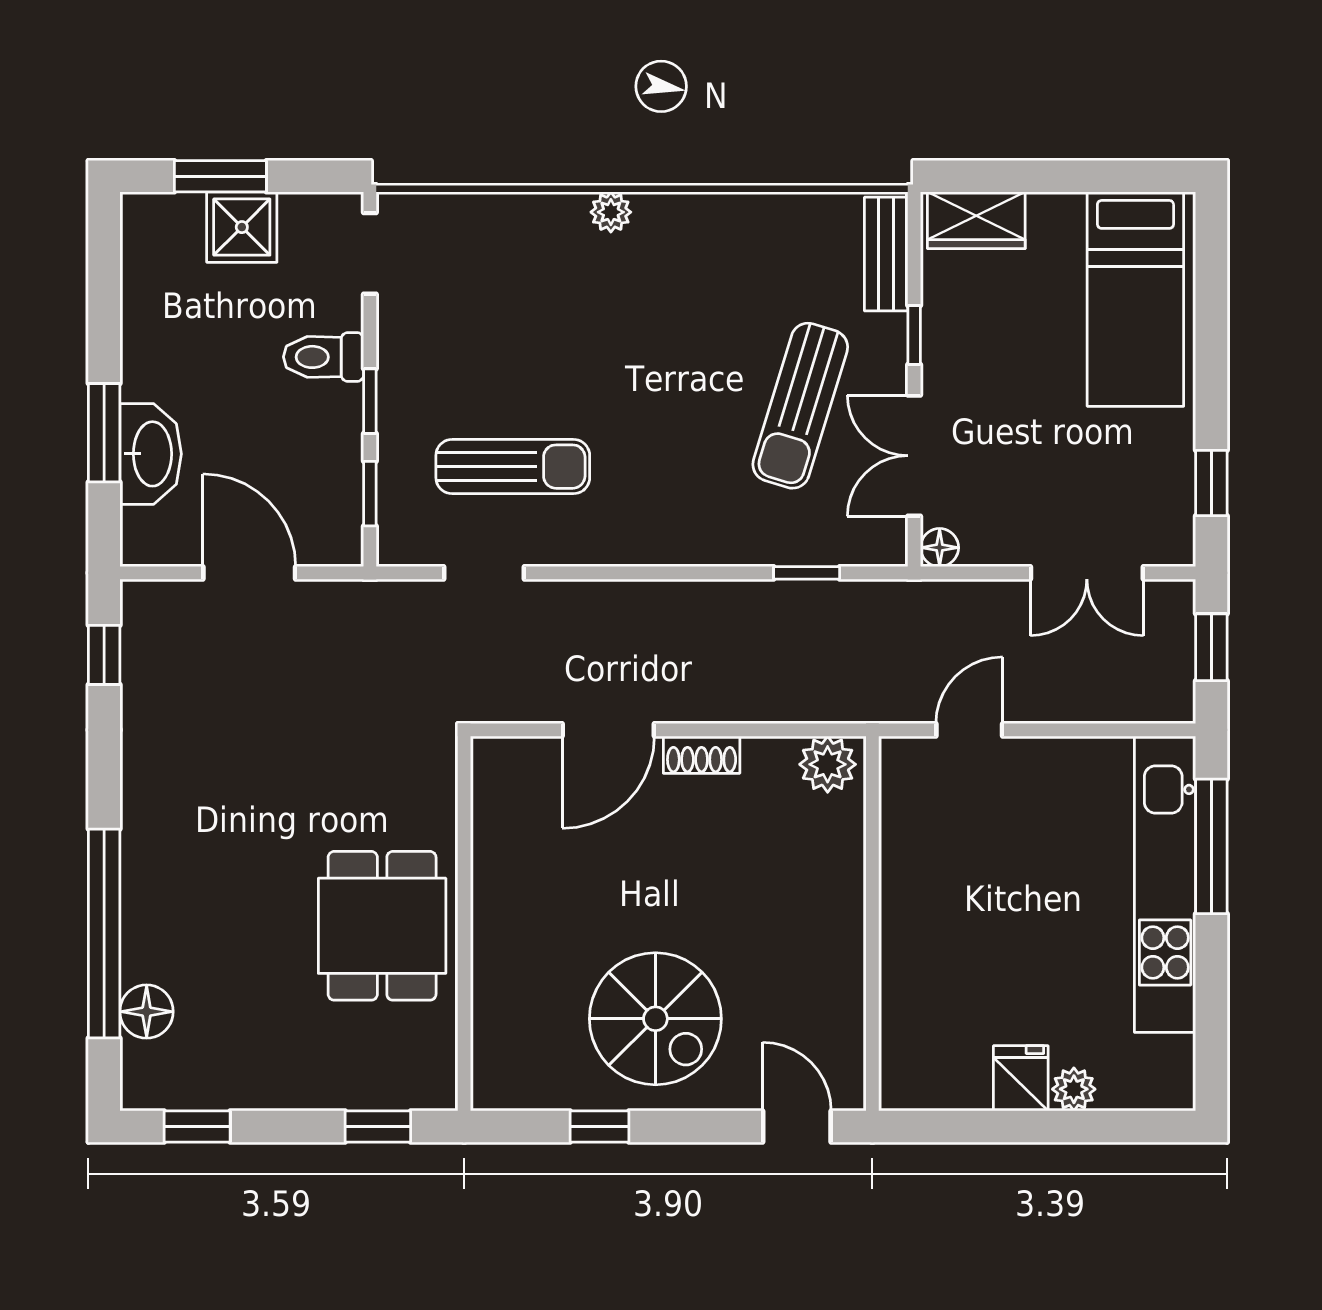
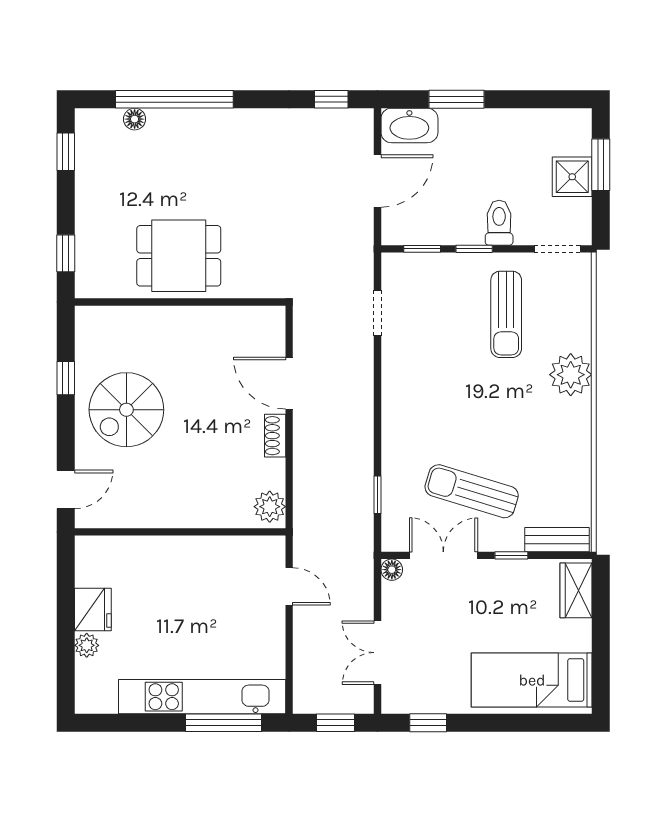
plant: (611, 212) -> (571, 375), width x1.88, depth x1.88
washbasin: (151, 454) -> (409, 125), moved
sun lounger: (513, 467) -> (506, 314), moved
floor lamp: (147, 1012) -> (135, 119), width x0.73, depth x0.73
fridge: (1021, 1078) -> (93, 609), width x1.38

